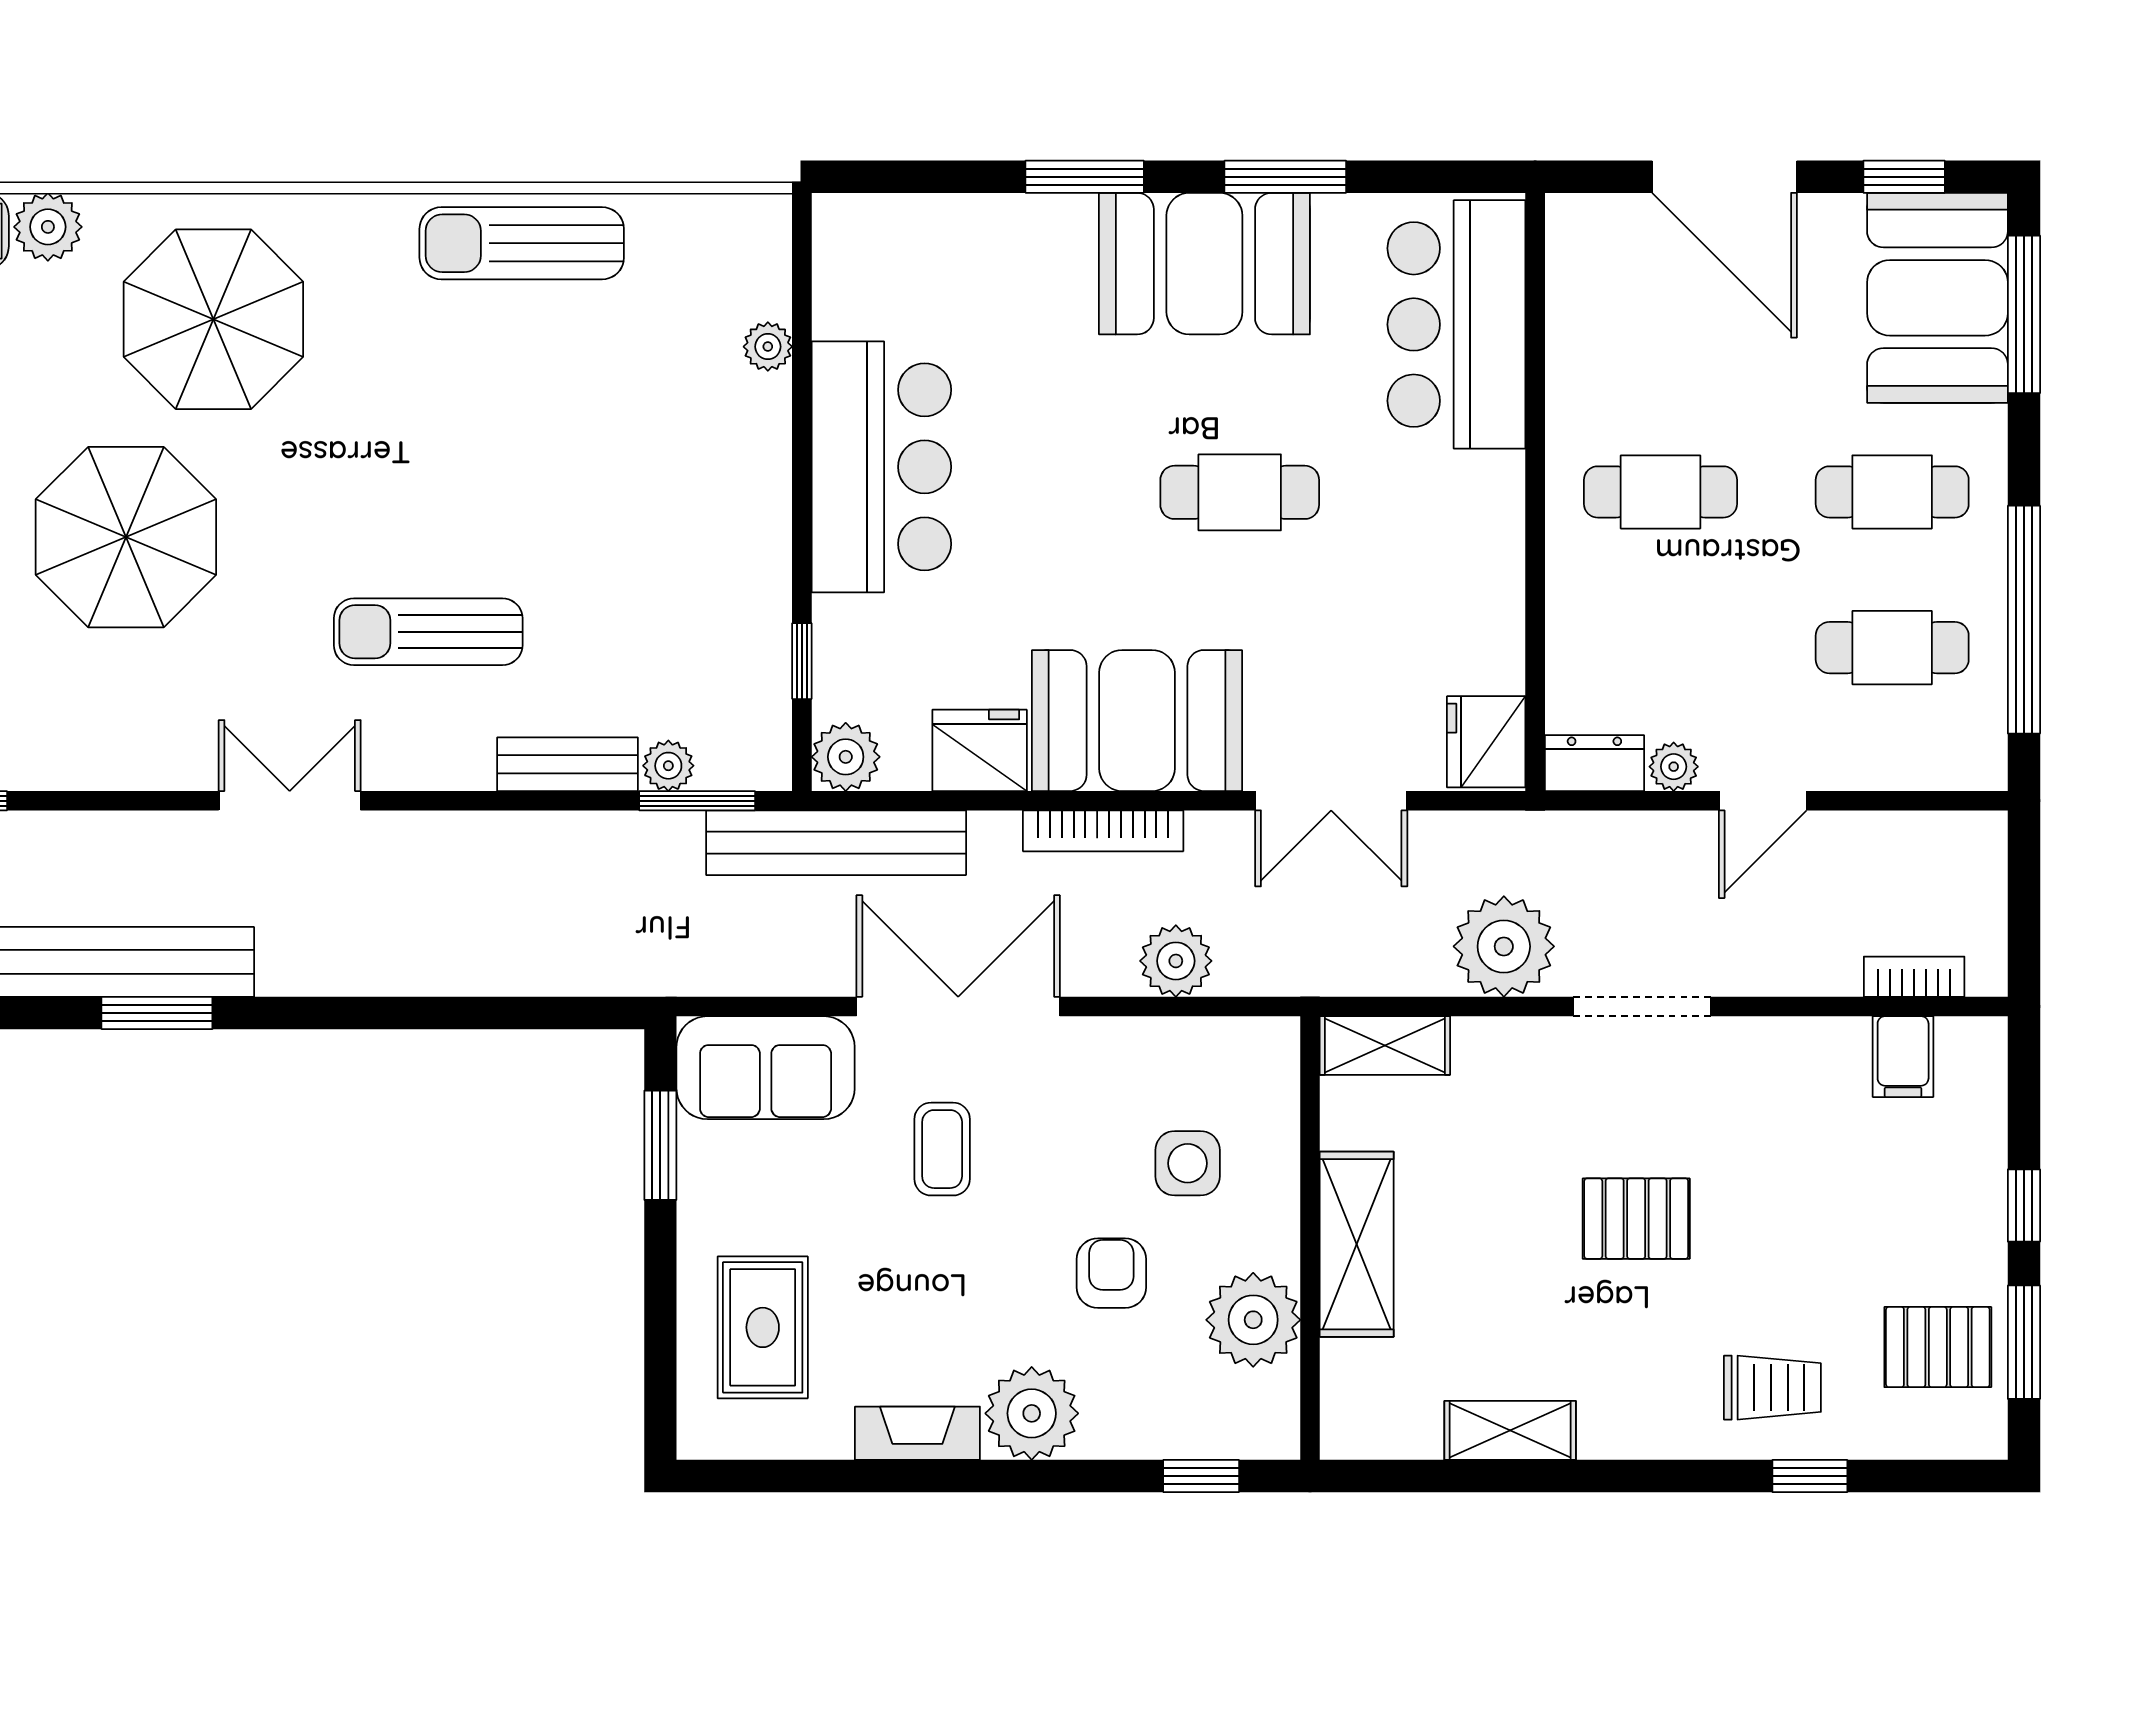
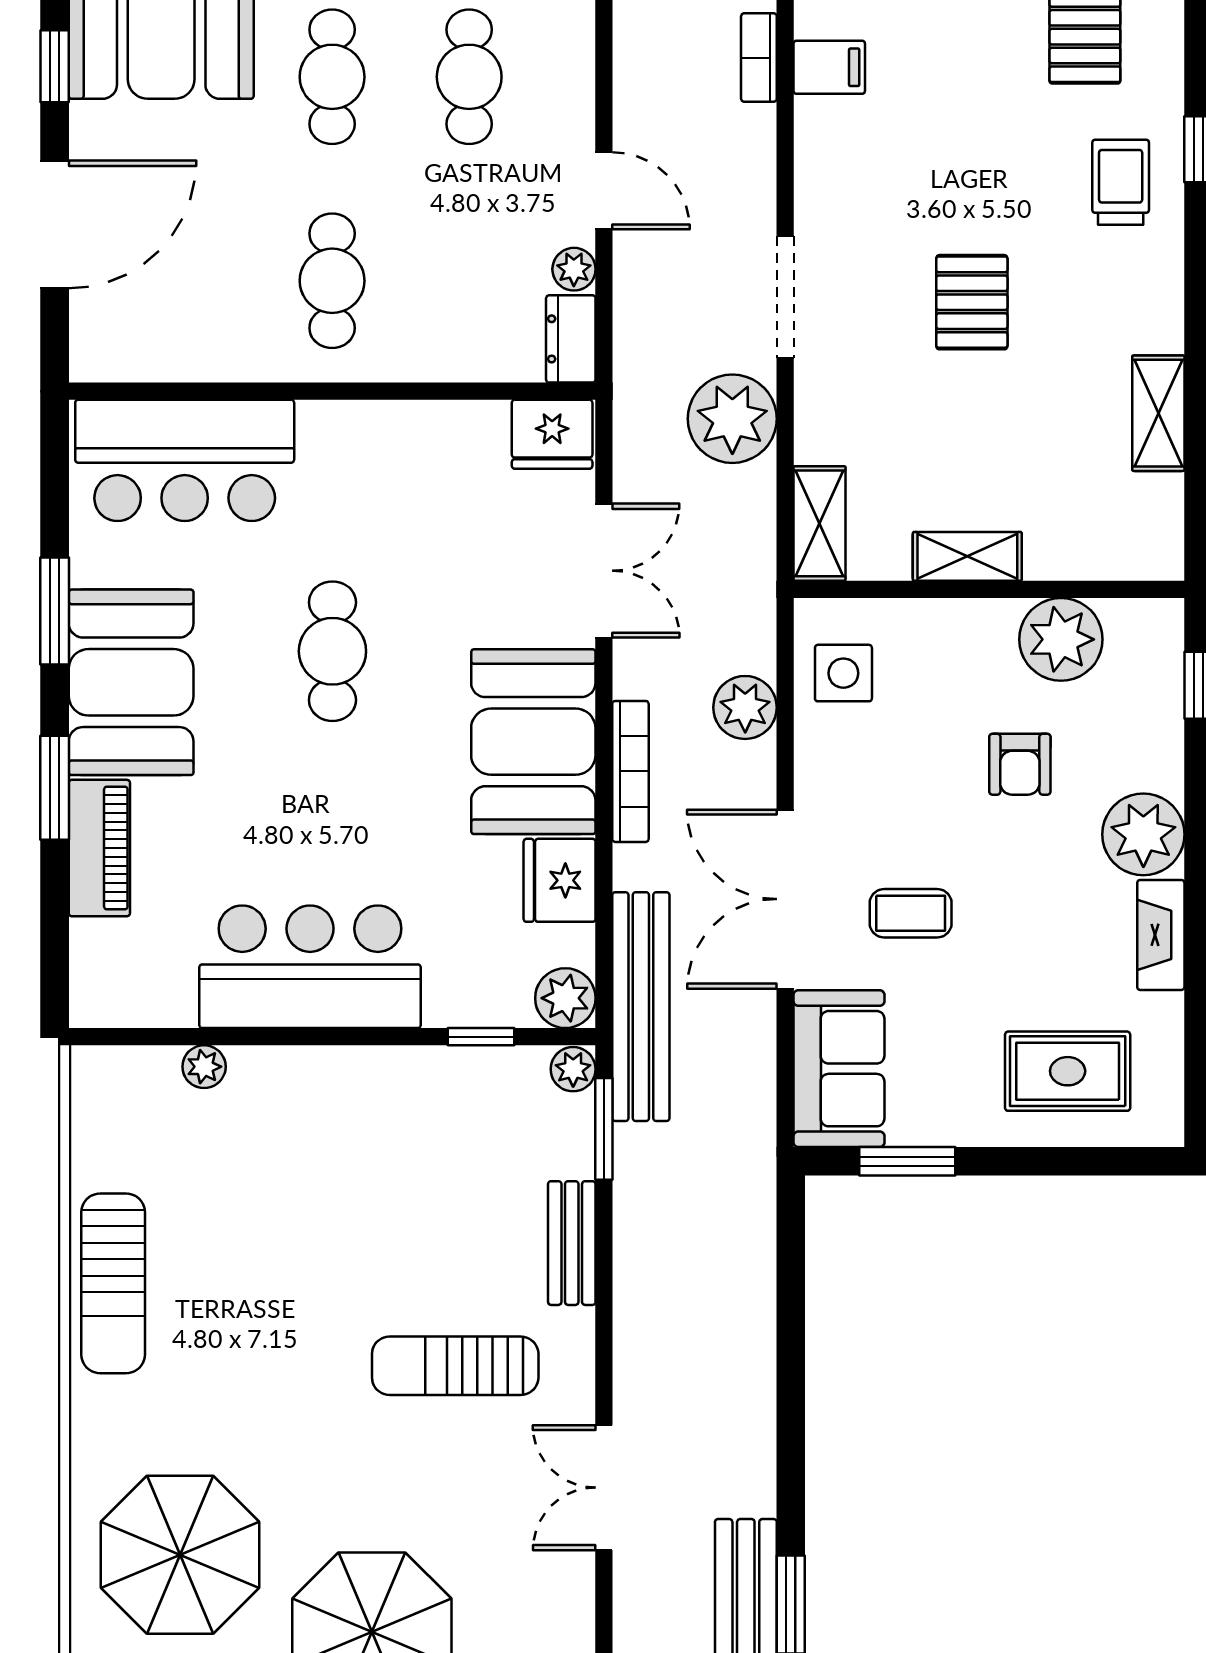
piano: (1016, 228) -> (99, 848), added
sun lounger: (428, 632) -> (455, 1366), turned 90
plant: (668, 766) -> (573, 1069), moved
side table: (1188, 1163) -> (843, 673), moved
shelving: (1357, 1244) -> (967, 556), width x0.67, depth x0.75
armchair: (1111, 1273) -> (1020, 764), turned -90

